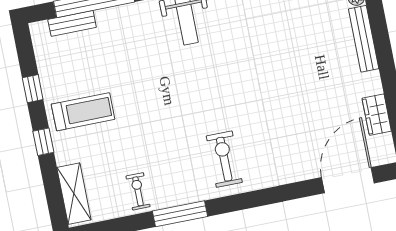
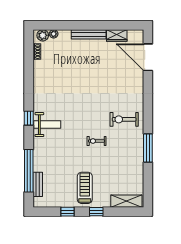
bench: (364, 39) -> (89, 34), moved
exercise bike: (138, 191) -> (96, 141), moved

